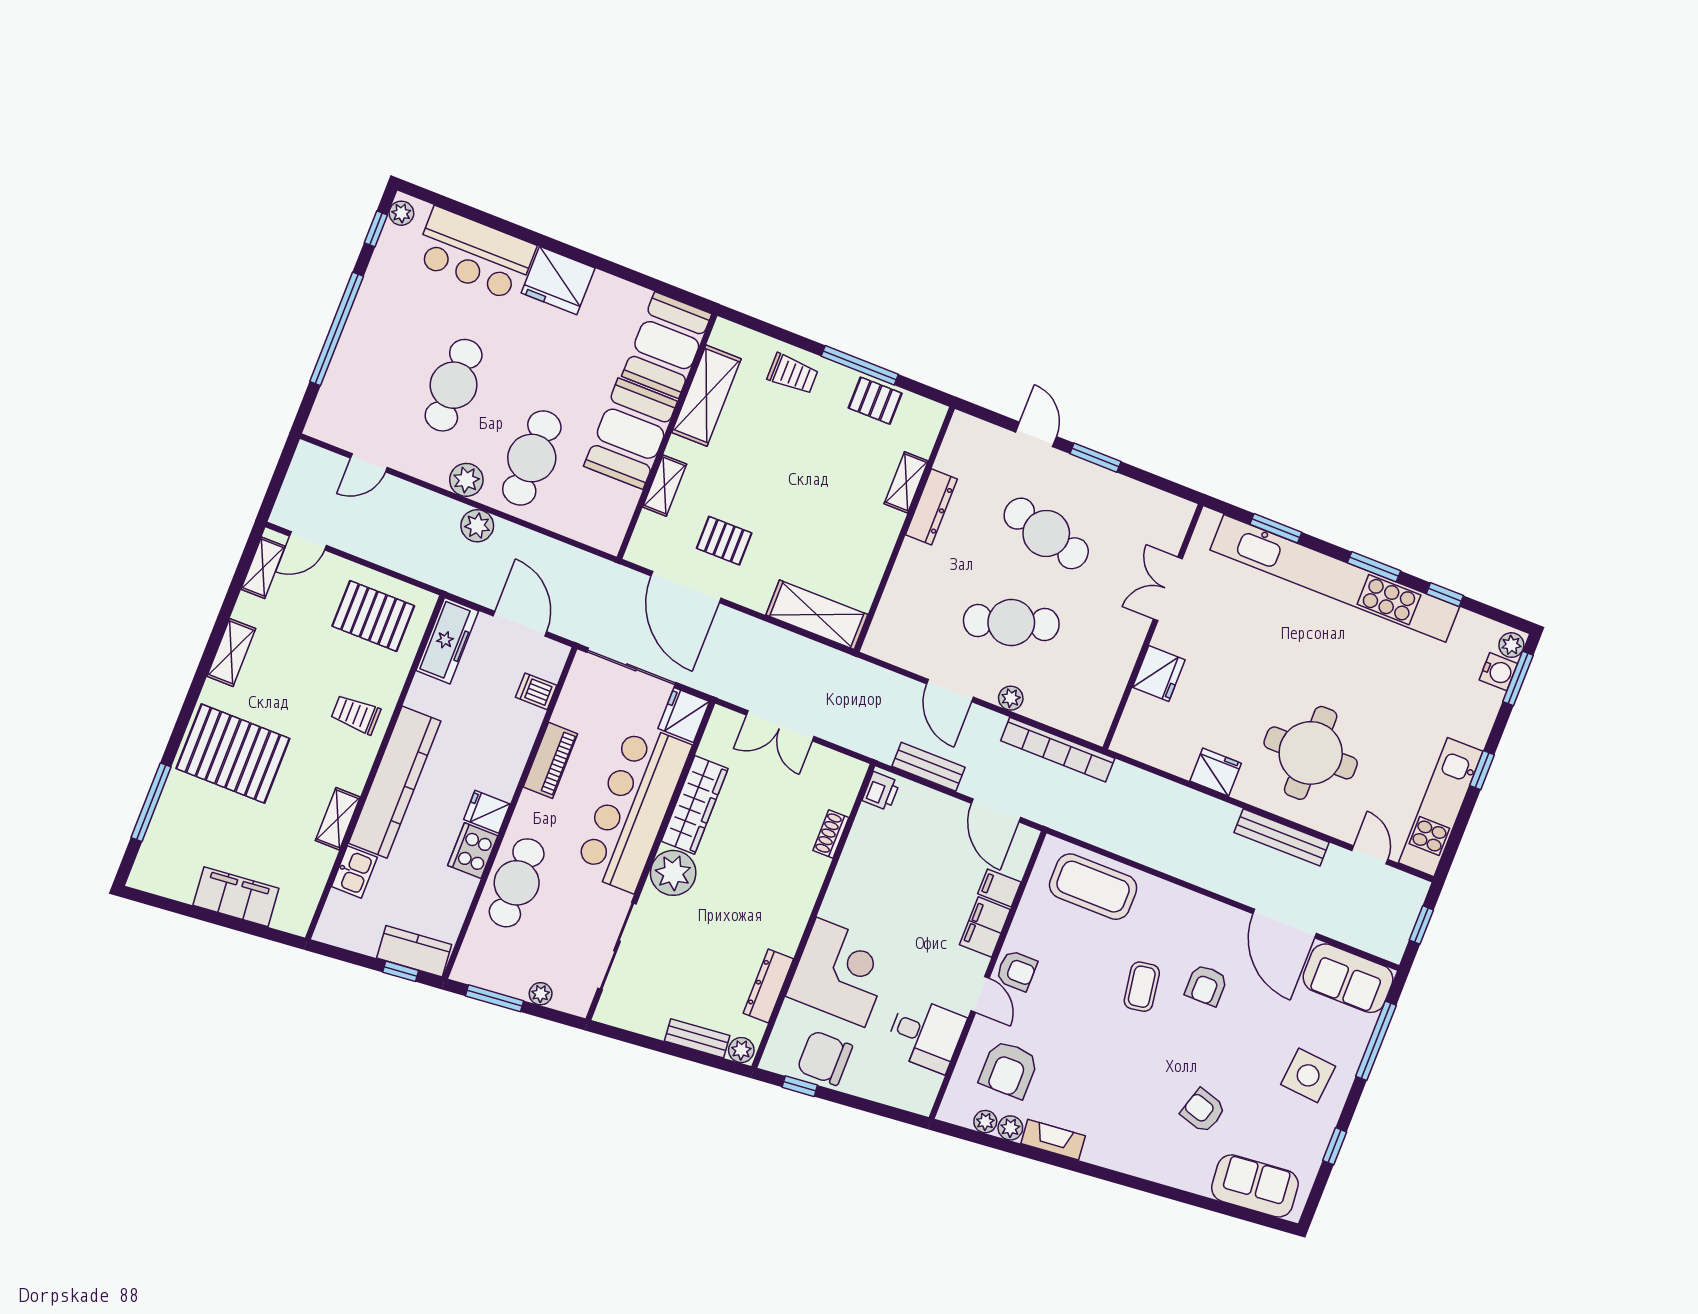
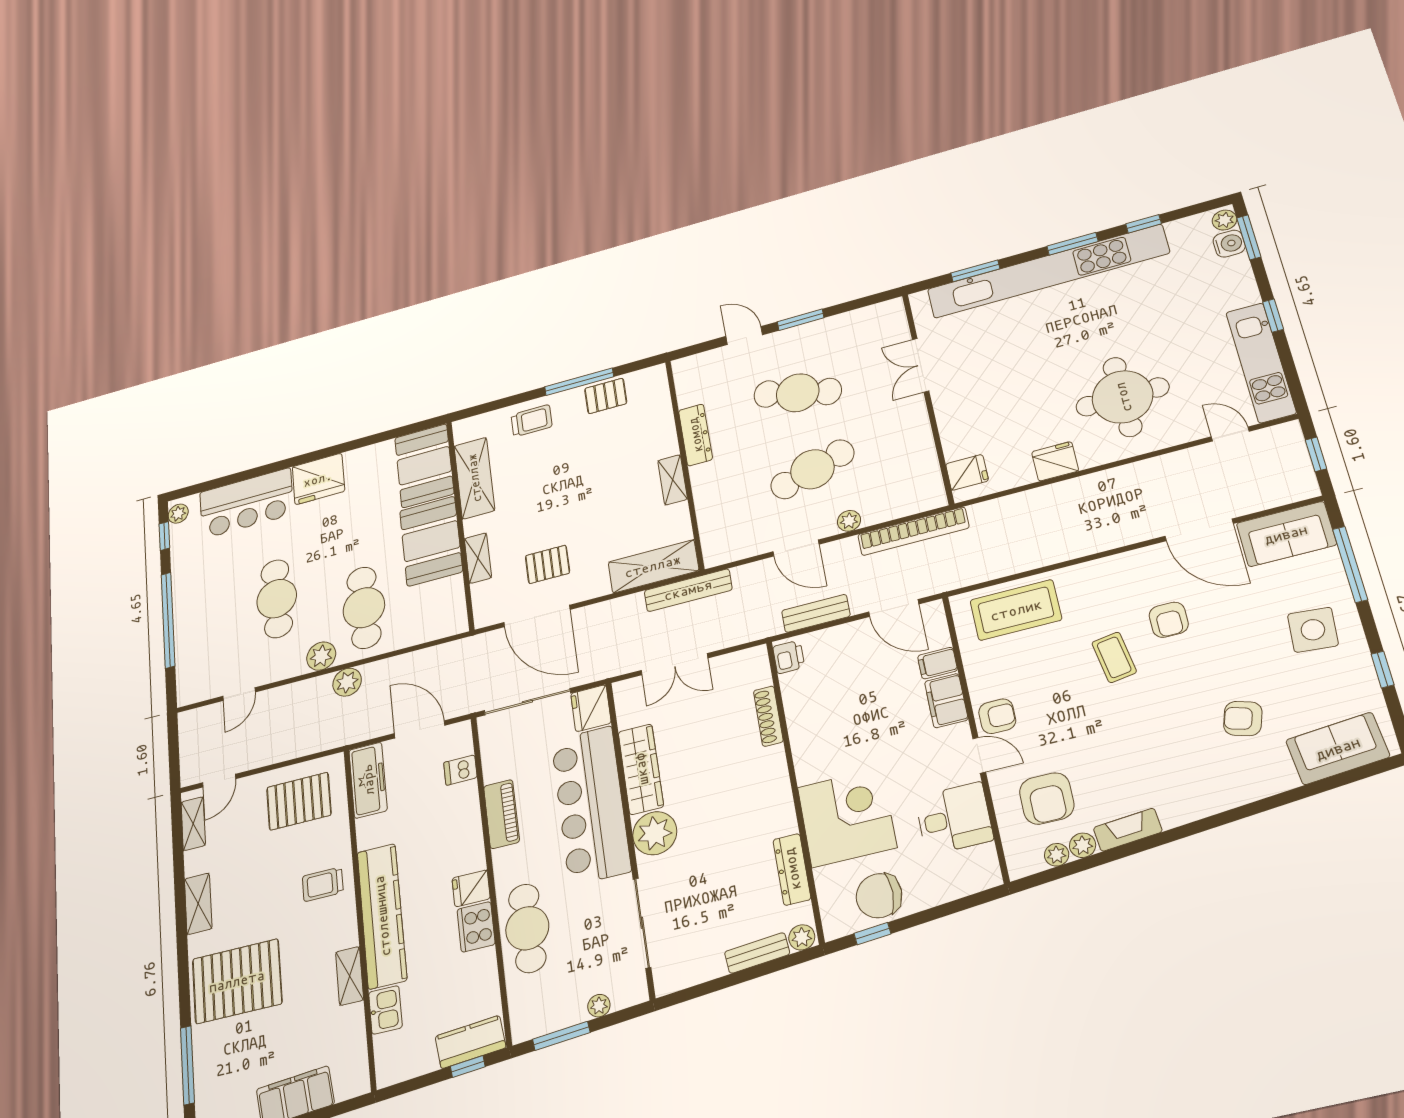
shelving: (906, 482) -> (673, 480), moved
fridge: (1159, 674) -> (967, 472), moved, width x0.72
shoe rack: (831, 834) -> (768, 716), width x1.43
bench: (1282, 837) -> (688, 590), moved

